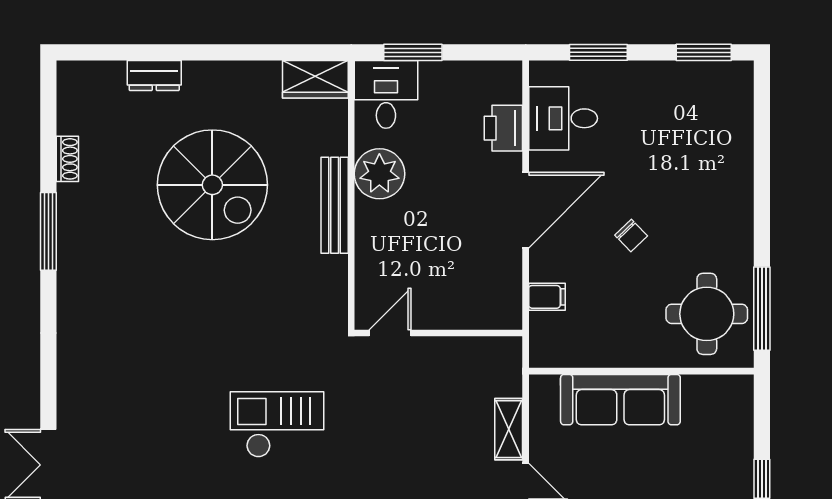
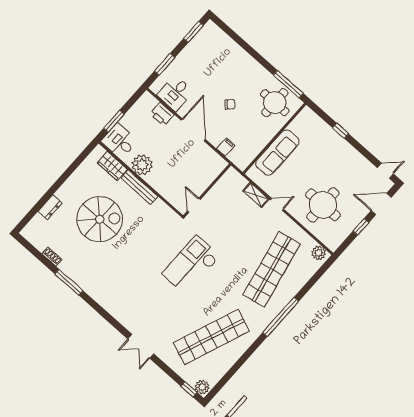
wardrobe: (315, 79) -> (112, 166), moved, turned 90
checkout: (277, 425) -> (191, 265), width x1.36, depth x1.21

